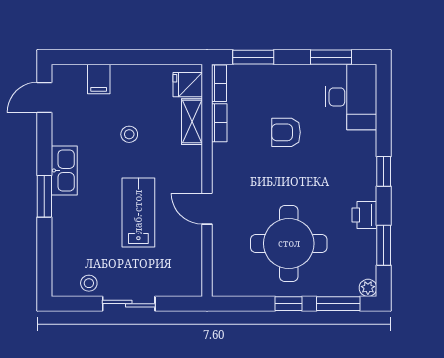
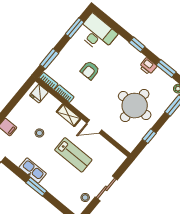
shelving: (192, 122) -> (69, 115), moved
lab bench: (138, 212) -> (73, 155), turned 180
window: (289, 304) -> (149, 136), moved

